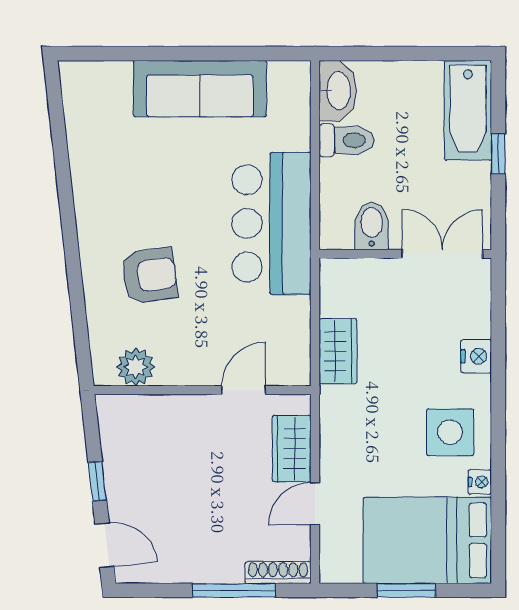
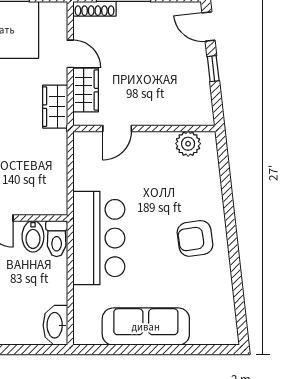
toilet: (346, 140) -> (57, 239), moved, turned -90
armchair: (149, 275) -> (195, 238), moved
wardrobe: (338, 351) -> (55, 107), moved
door: (315, 504) -> (70, 54), hinge flipped

